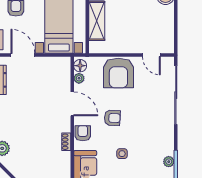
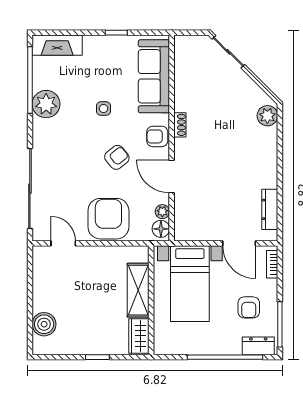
armchair: (112, 118) -> (117, 157), turned 138
armchair: (83, 133) -> (157, 136), turned 90
plant: (169, 162) -> (46, 104), width x1.88, depth x1.88

